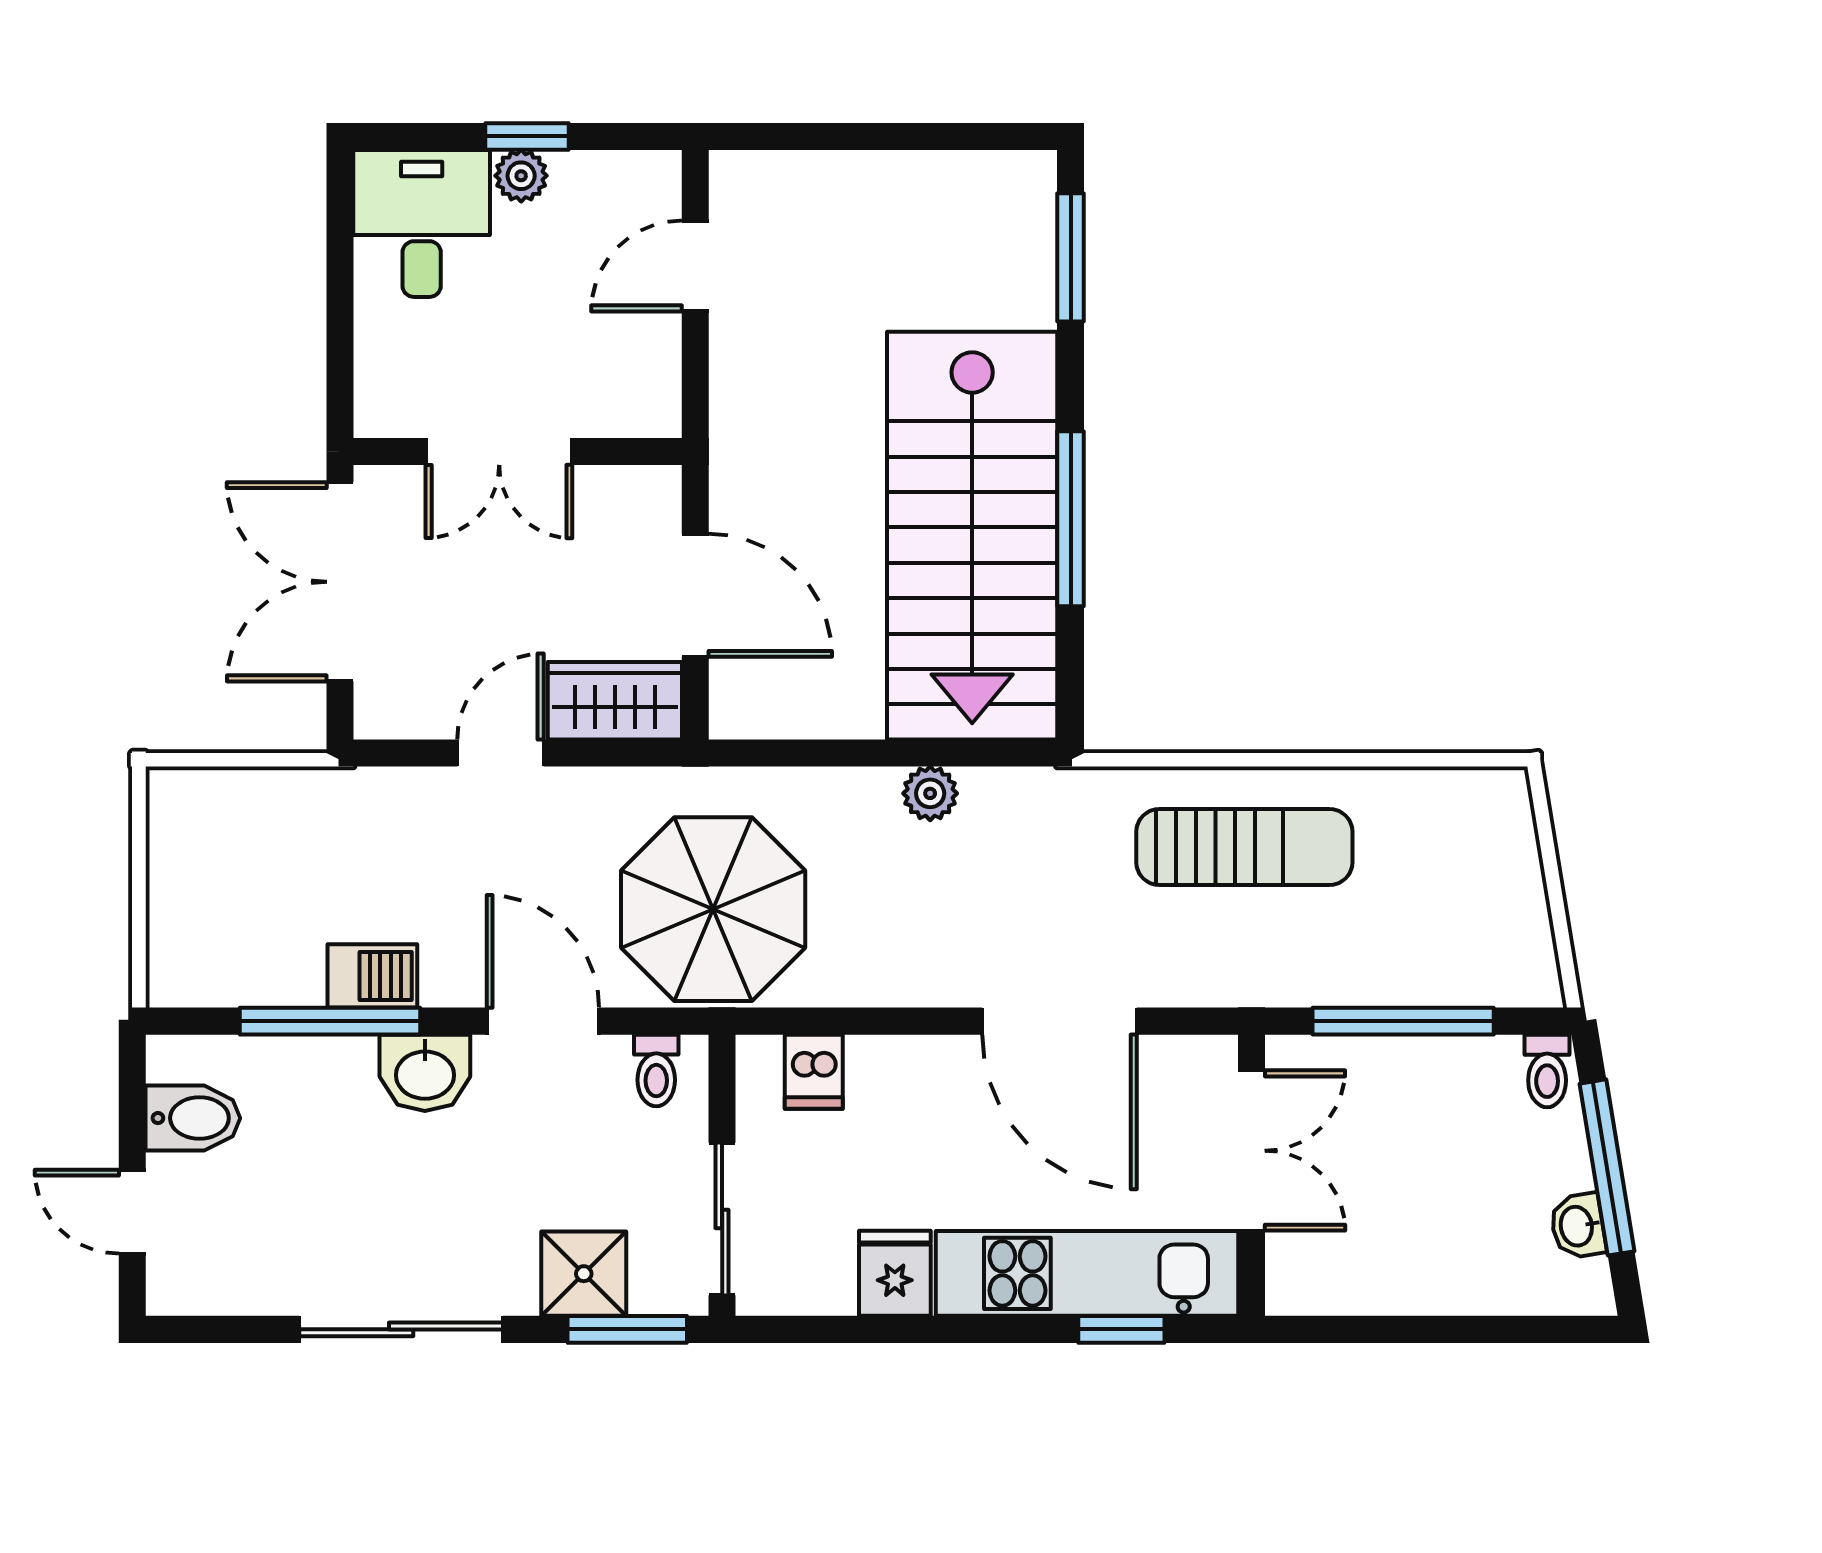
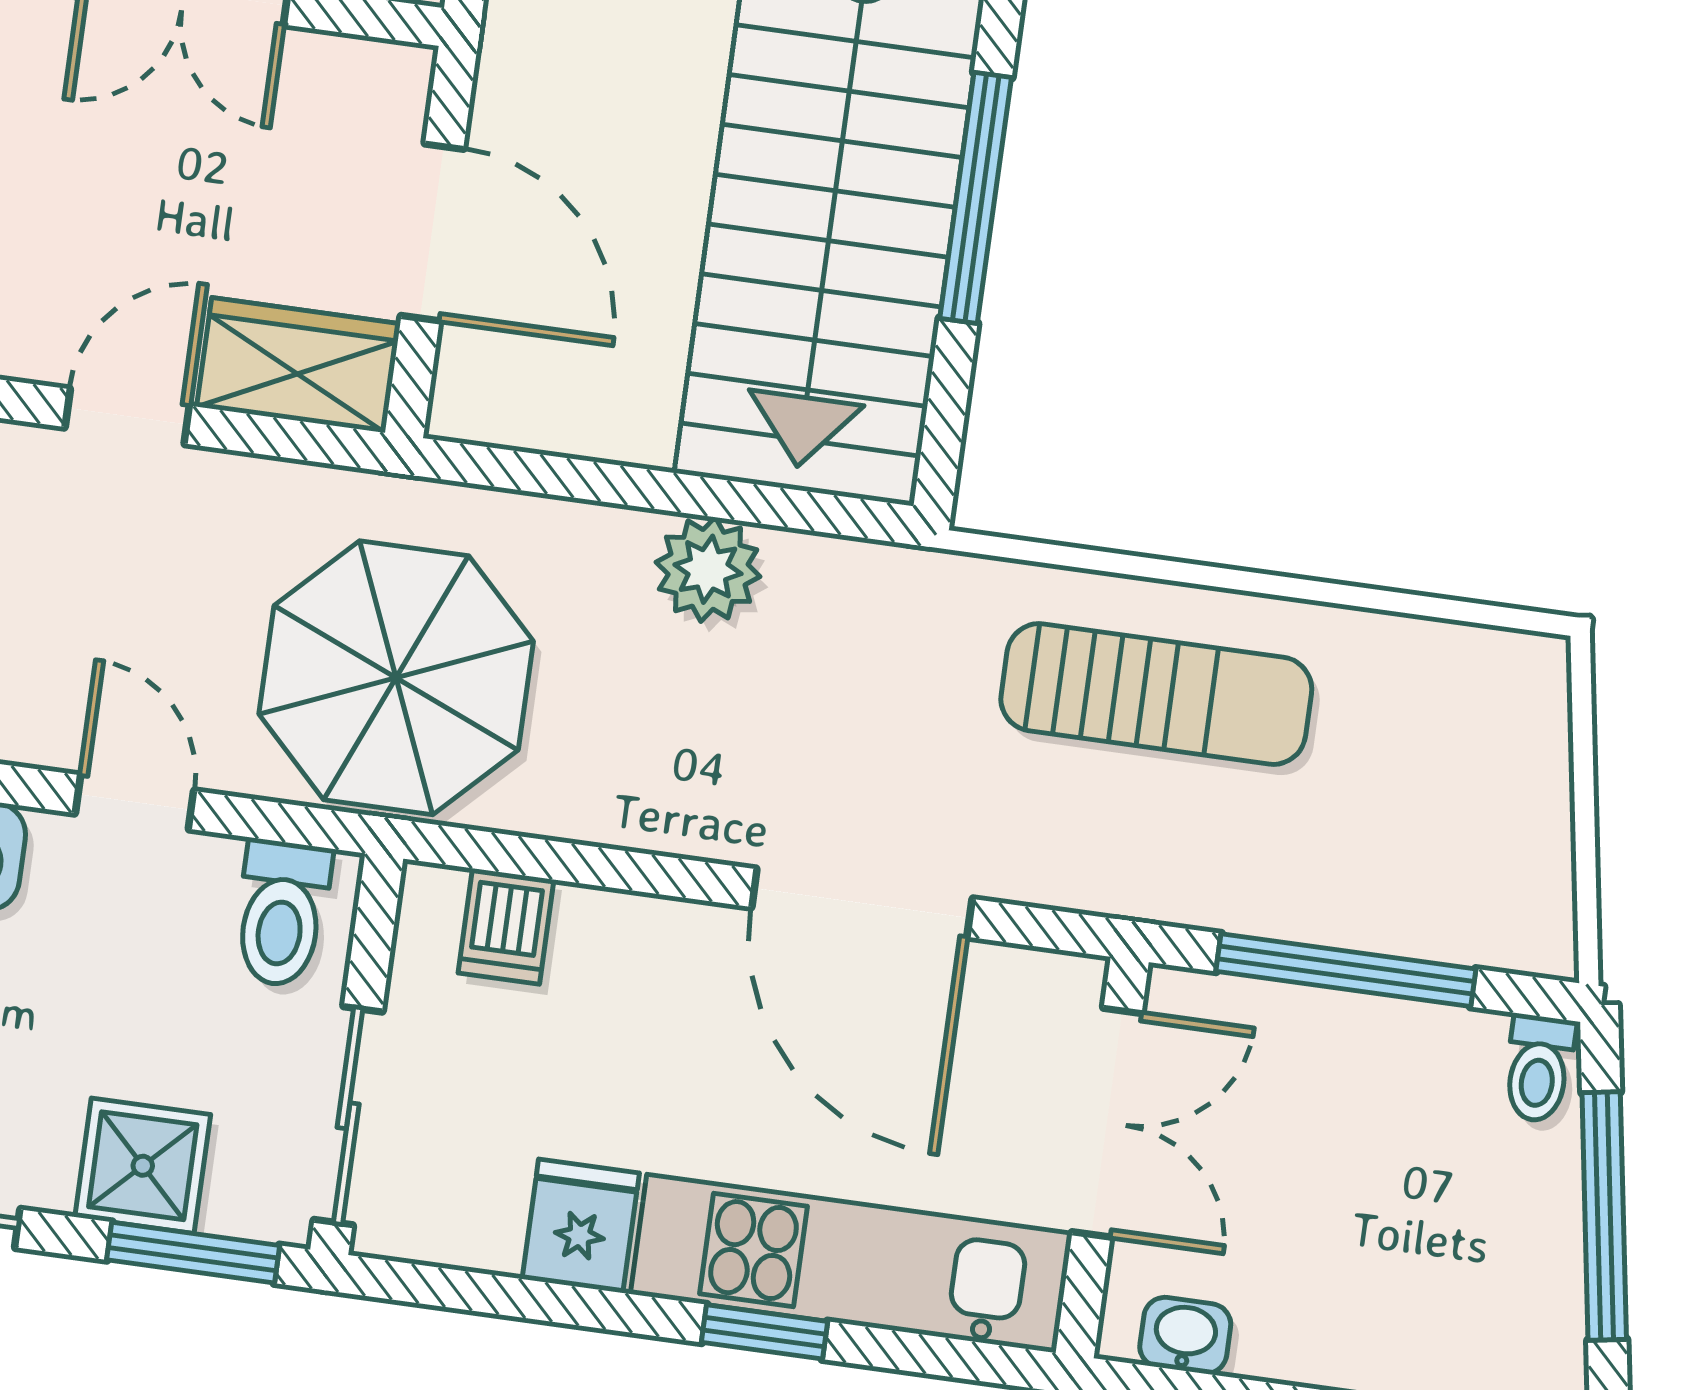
plant: (930, 793) -> (708, 569), width x1.38, depth x1.38
door: (543, 1021) -> (135, 802), width x0.73
toilet: (656, 1070) -> (282, 913), width x1.37, depth x1.39
washbasin: (1578, 1226) -> (1185, 1335), moved, turned 99
window: (1121, 1329) -> (765, 1332), moved

